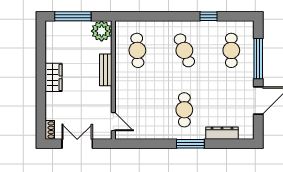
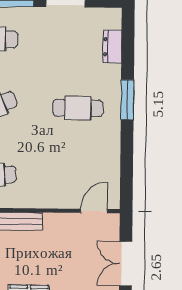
dresser: (222, 133) -> (112, 47), width x0.70

